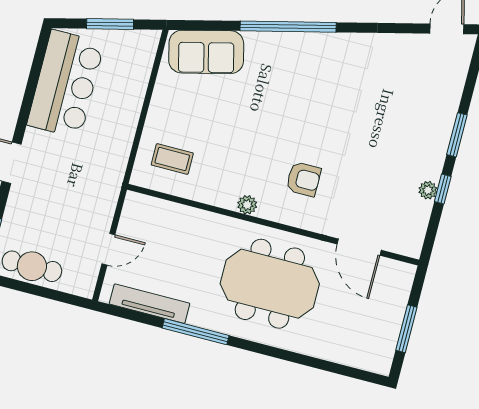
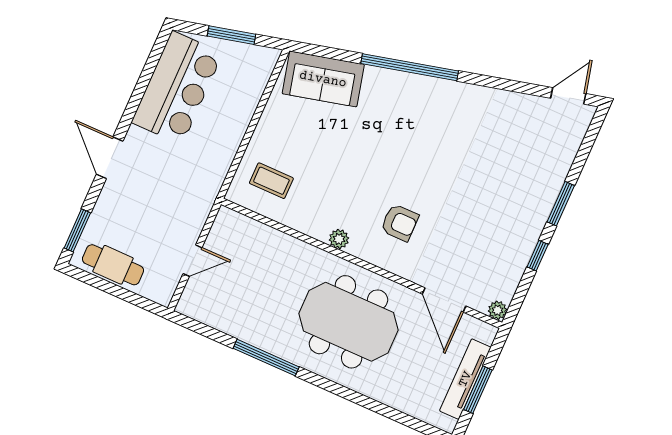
plant: (428, 190) -> (497, 310), moved
tv unit: (150, 304) -> (465, 379), moved, turned -90

